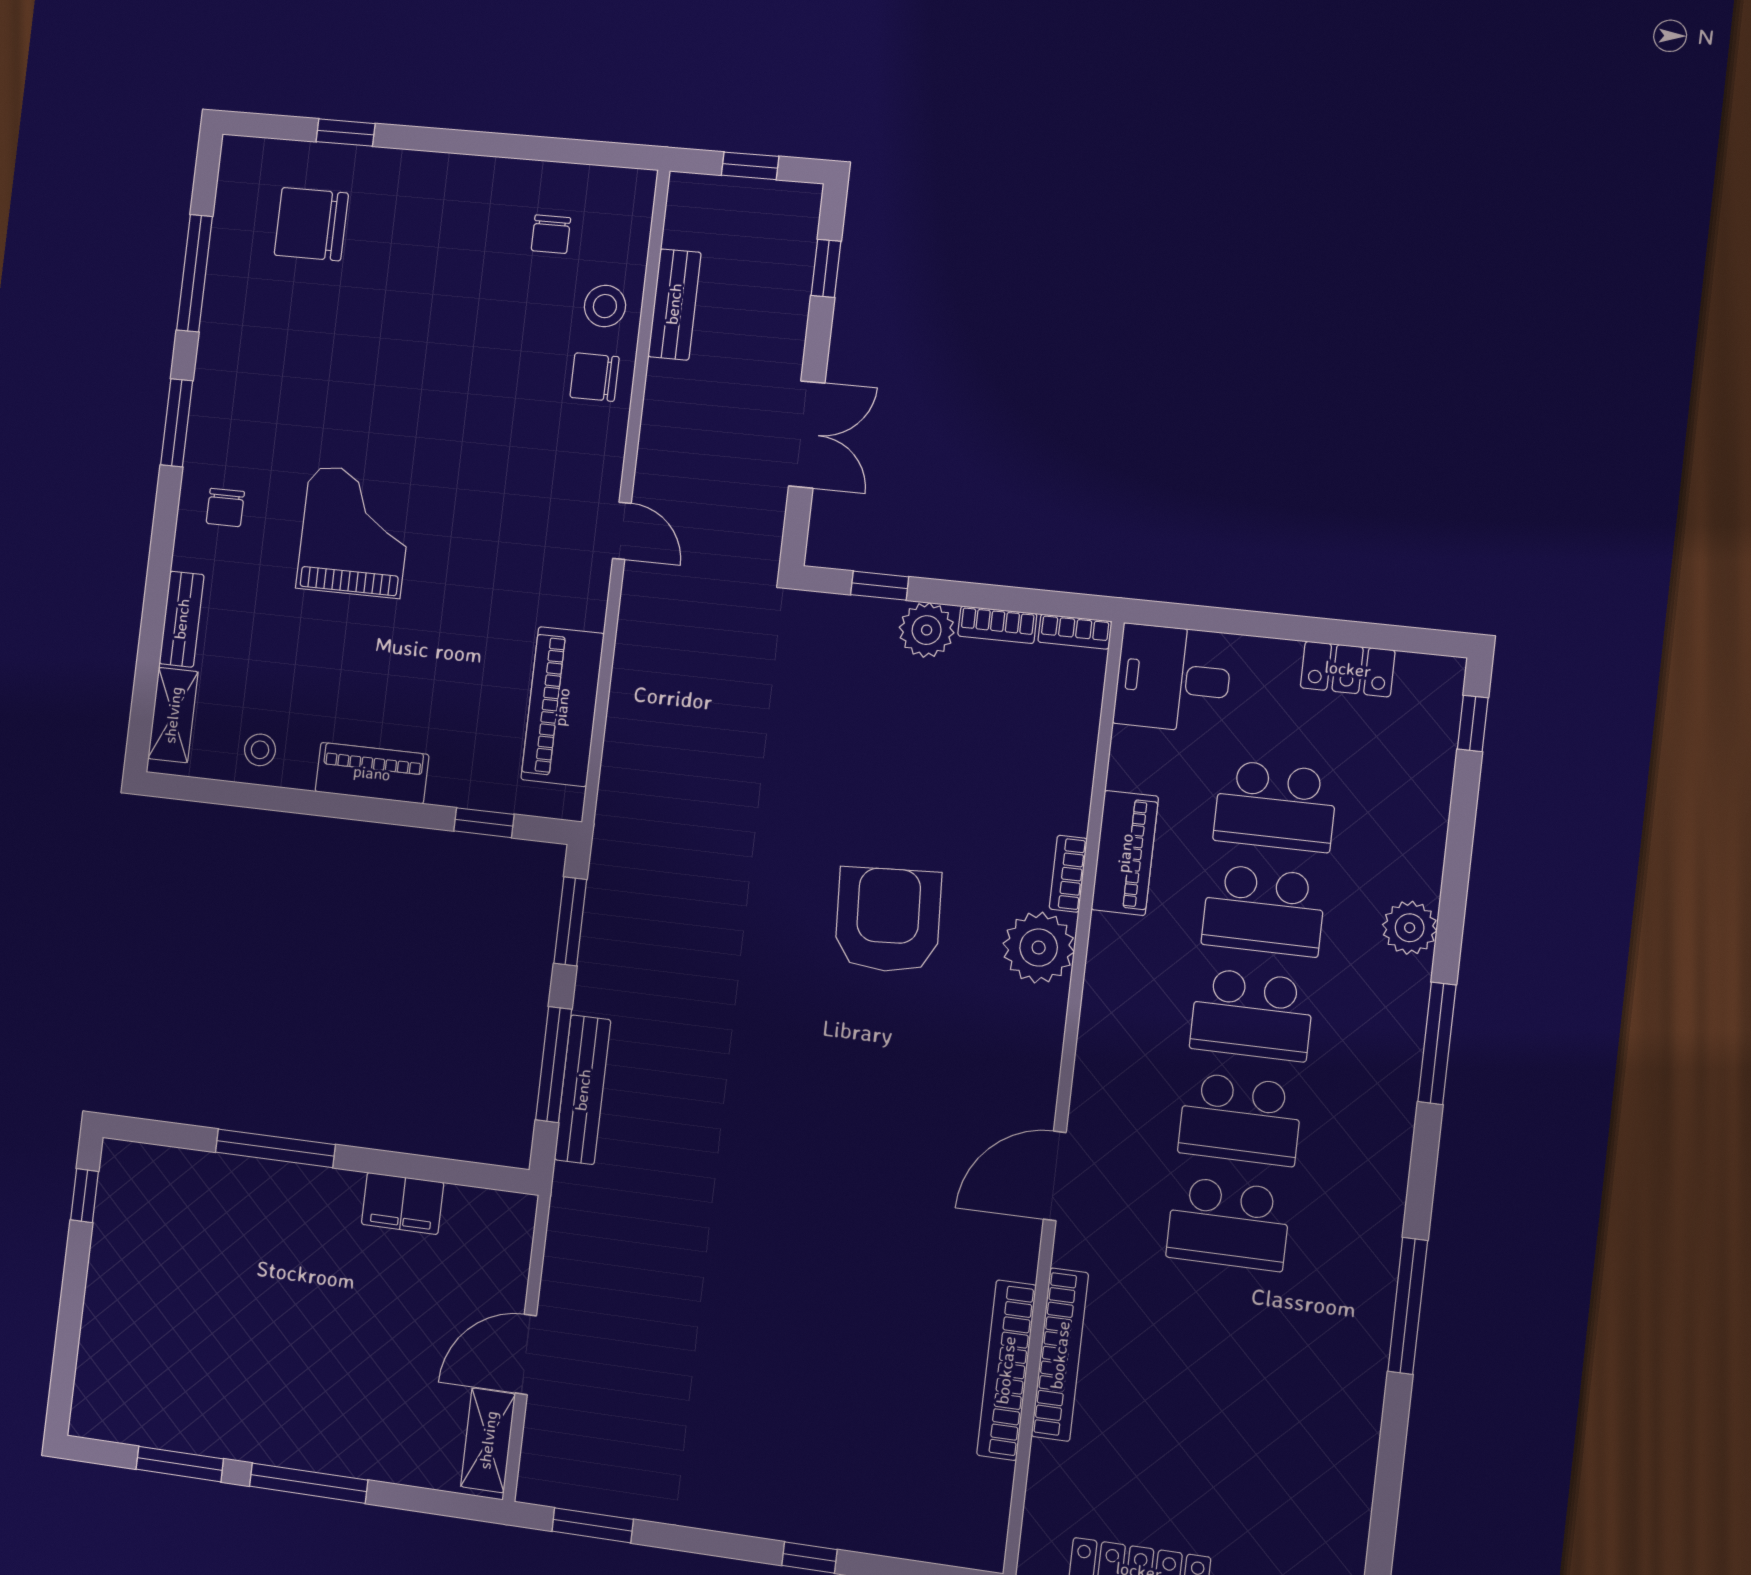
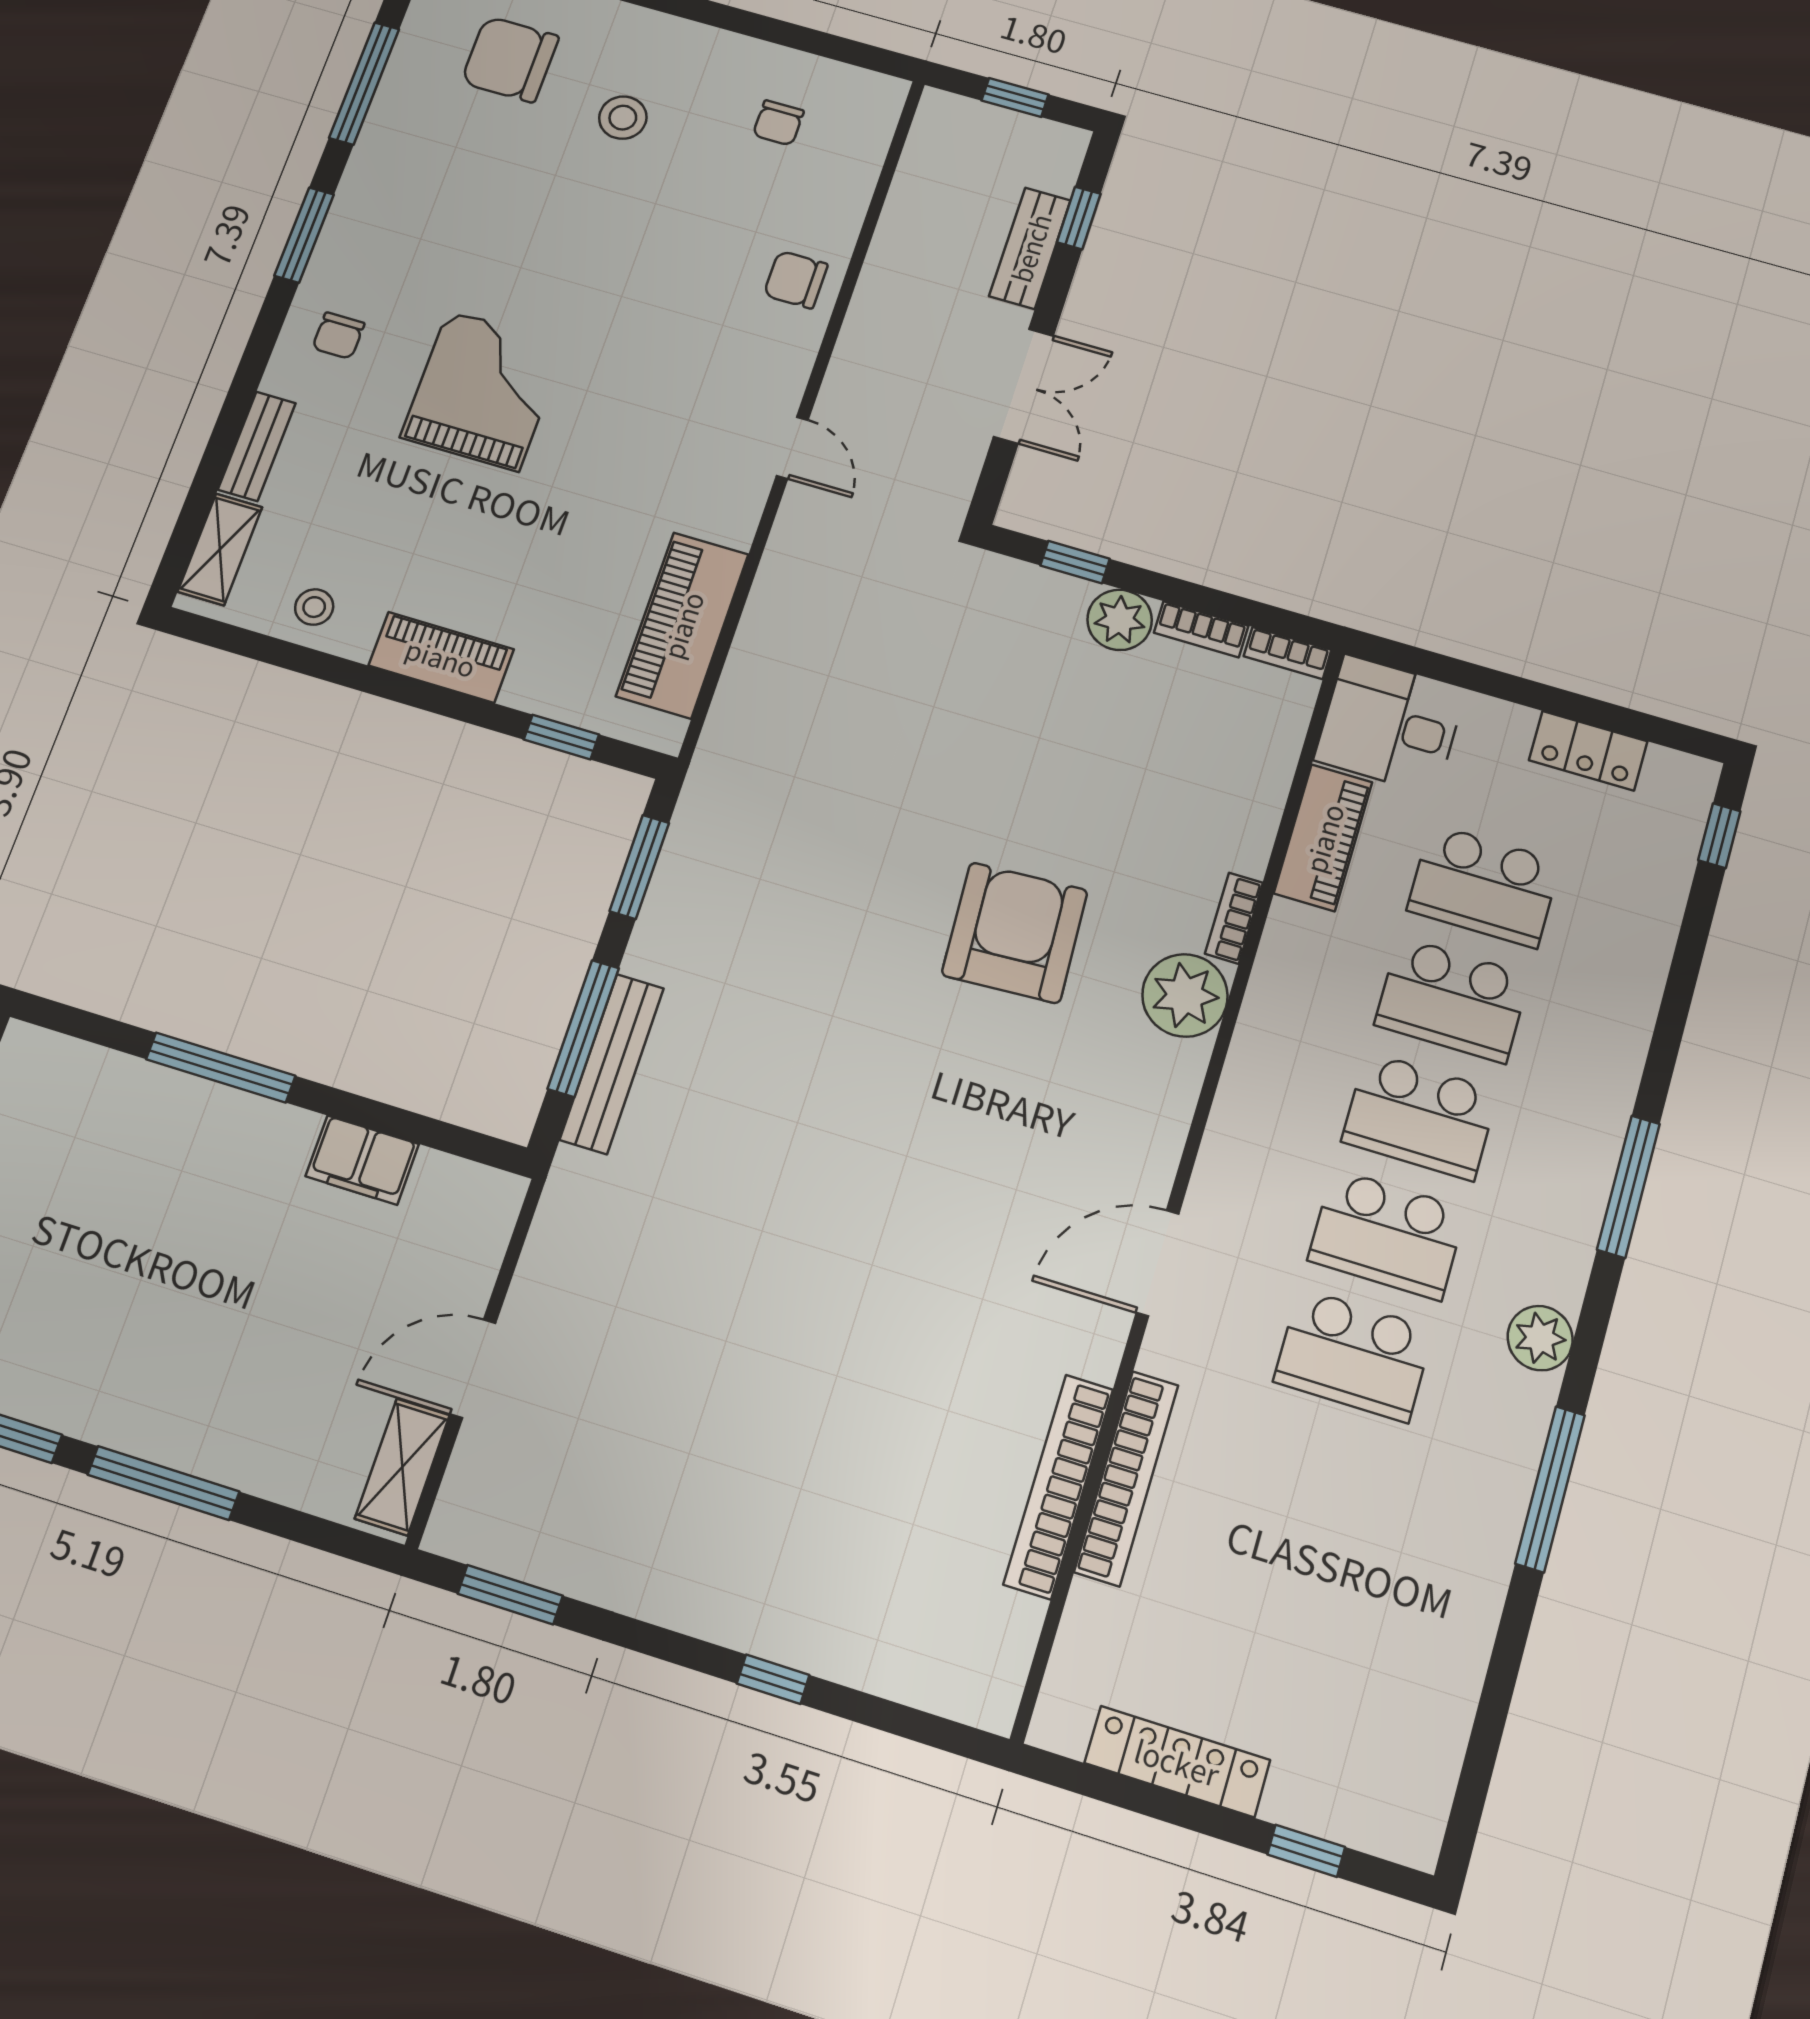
bench: (674, 304) -> (1030, 248), moved
stool: (605, 306) -> (623, 118), moved
piano: (1125, 853) -> (1323, 838), moved
plant: (1410, 928) -> (1540, 1338), moved

